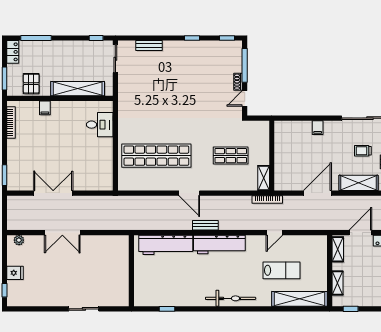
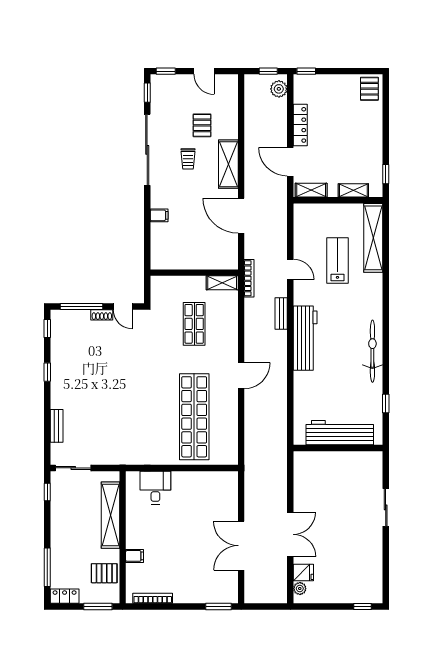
bench: (205, 225) -> (281, 313), moved
workbench: (166, 245) -> (340, 433), moved, turned -90
fridge: (15, 273) -> (303, 573), moved, turned 90
bicycle: (231, 298) -> (372, 351), moved

